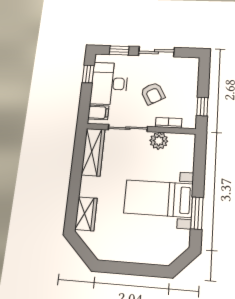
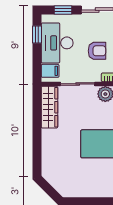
armchair: (153, 93) -> (97, 51), turned -61
wardrobe: (86, 214) -> (49, 161), removed

